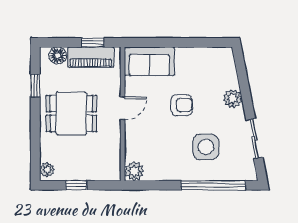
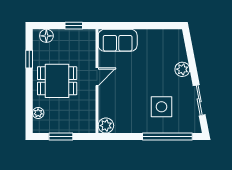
piano: (91, 57) -> (72, 37), removed
armchair: (182, 105) -> (143, 74), removed
plant: (47, 170) -> (38, 113), moved
window: (76, 185) -> (61, 137), width x1.50

